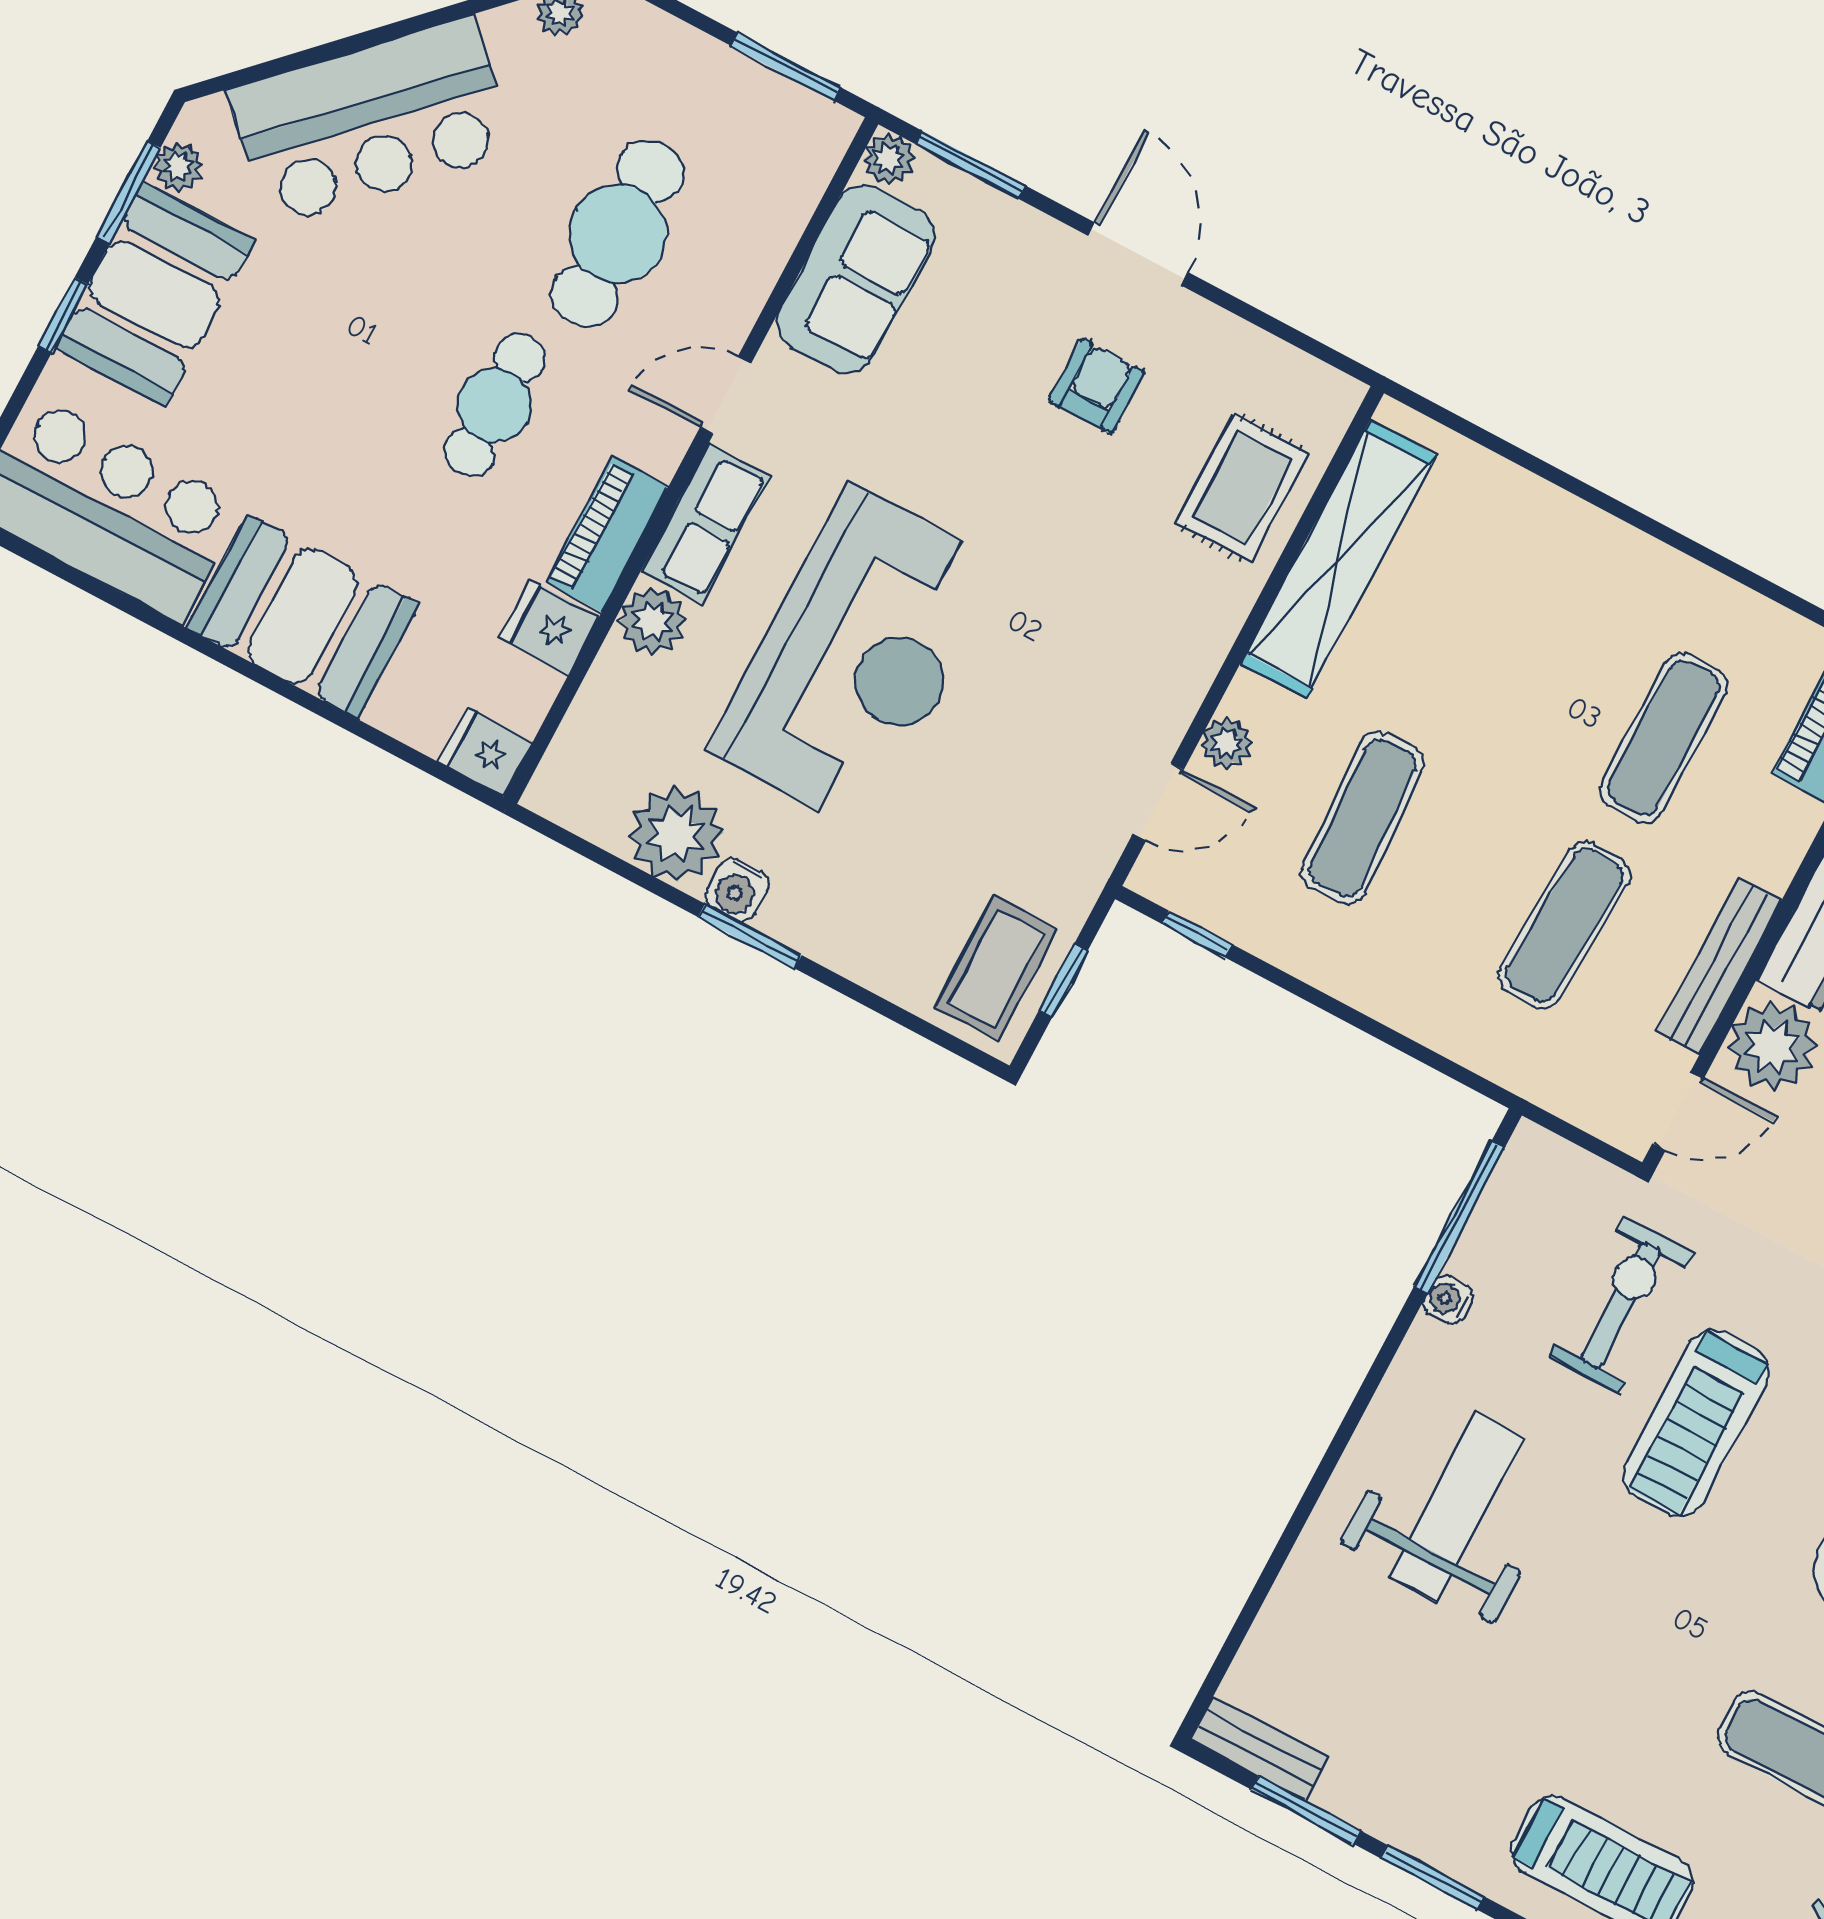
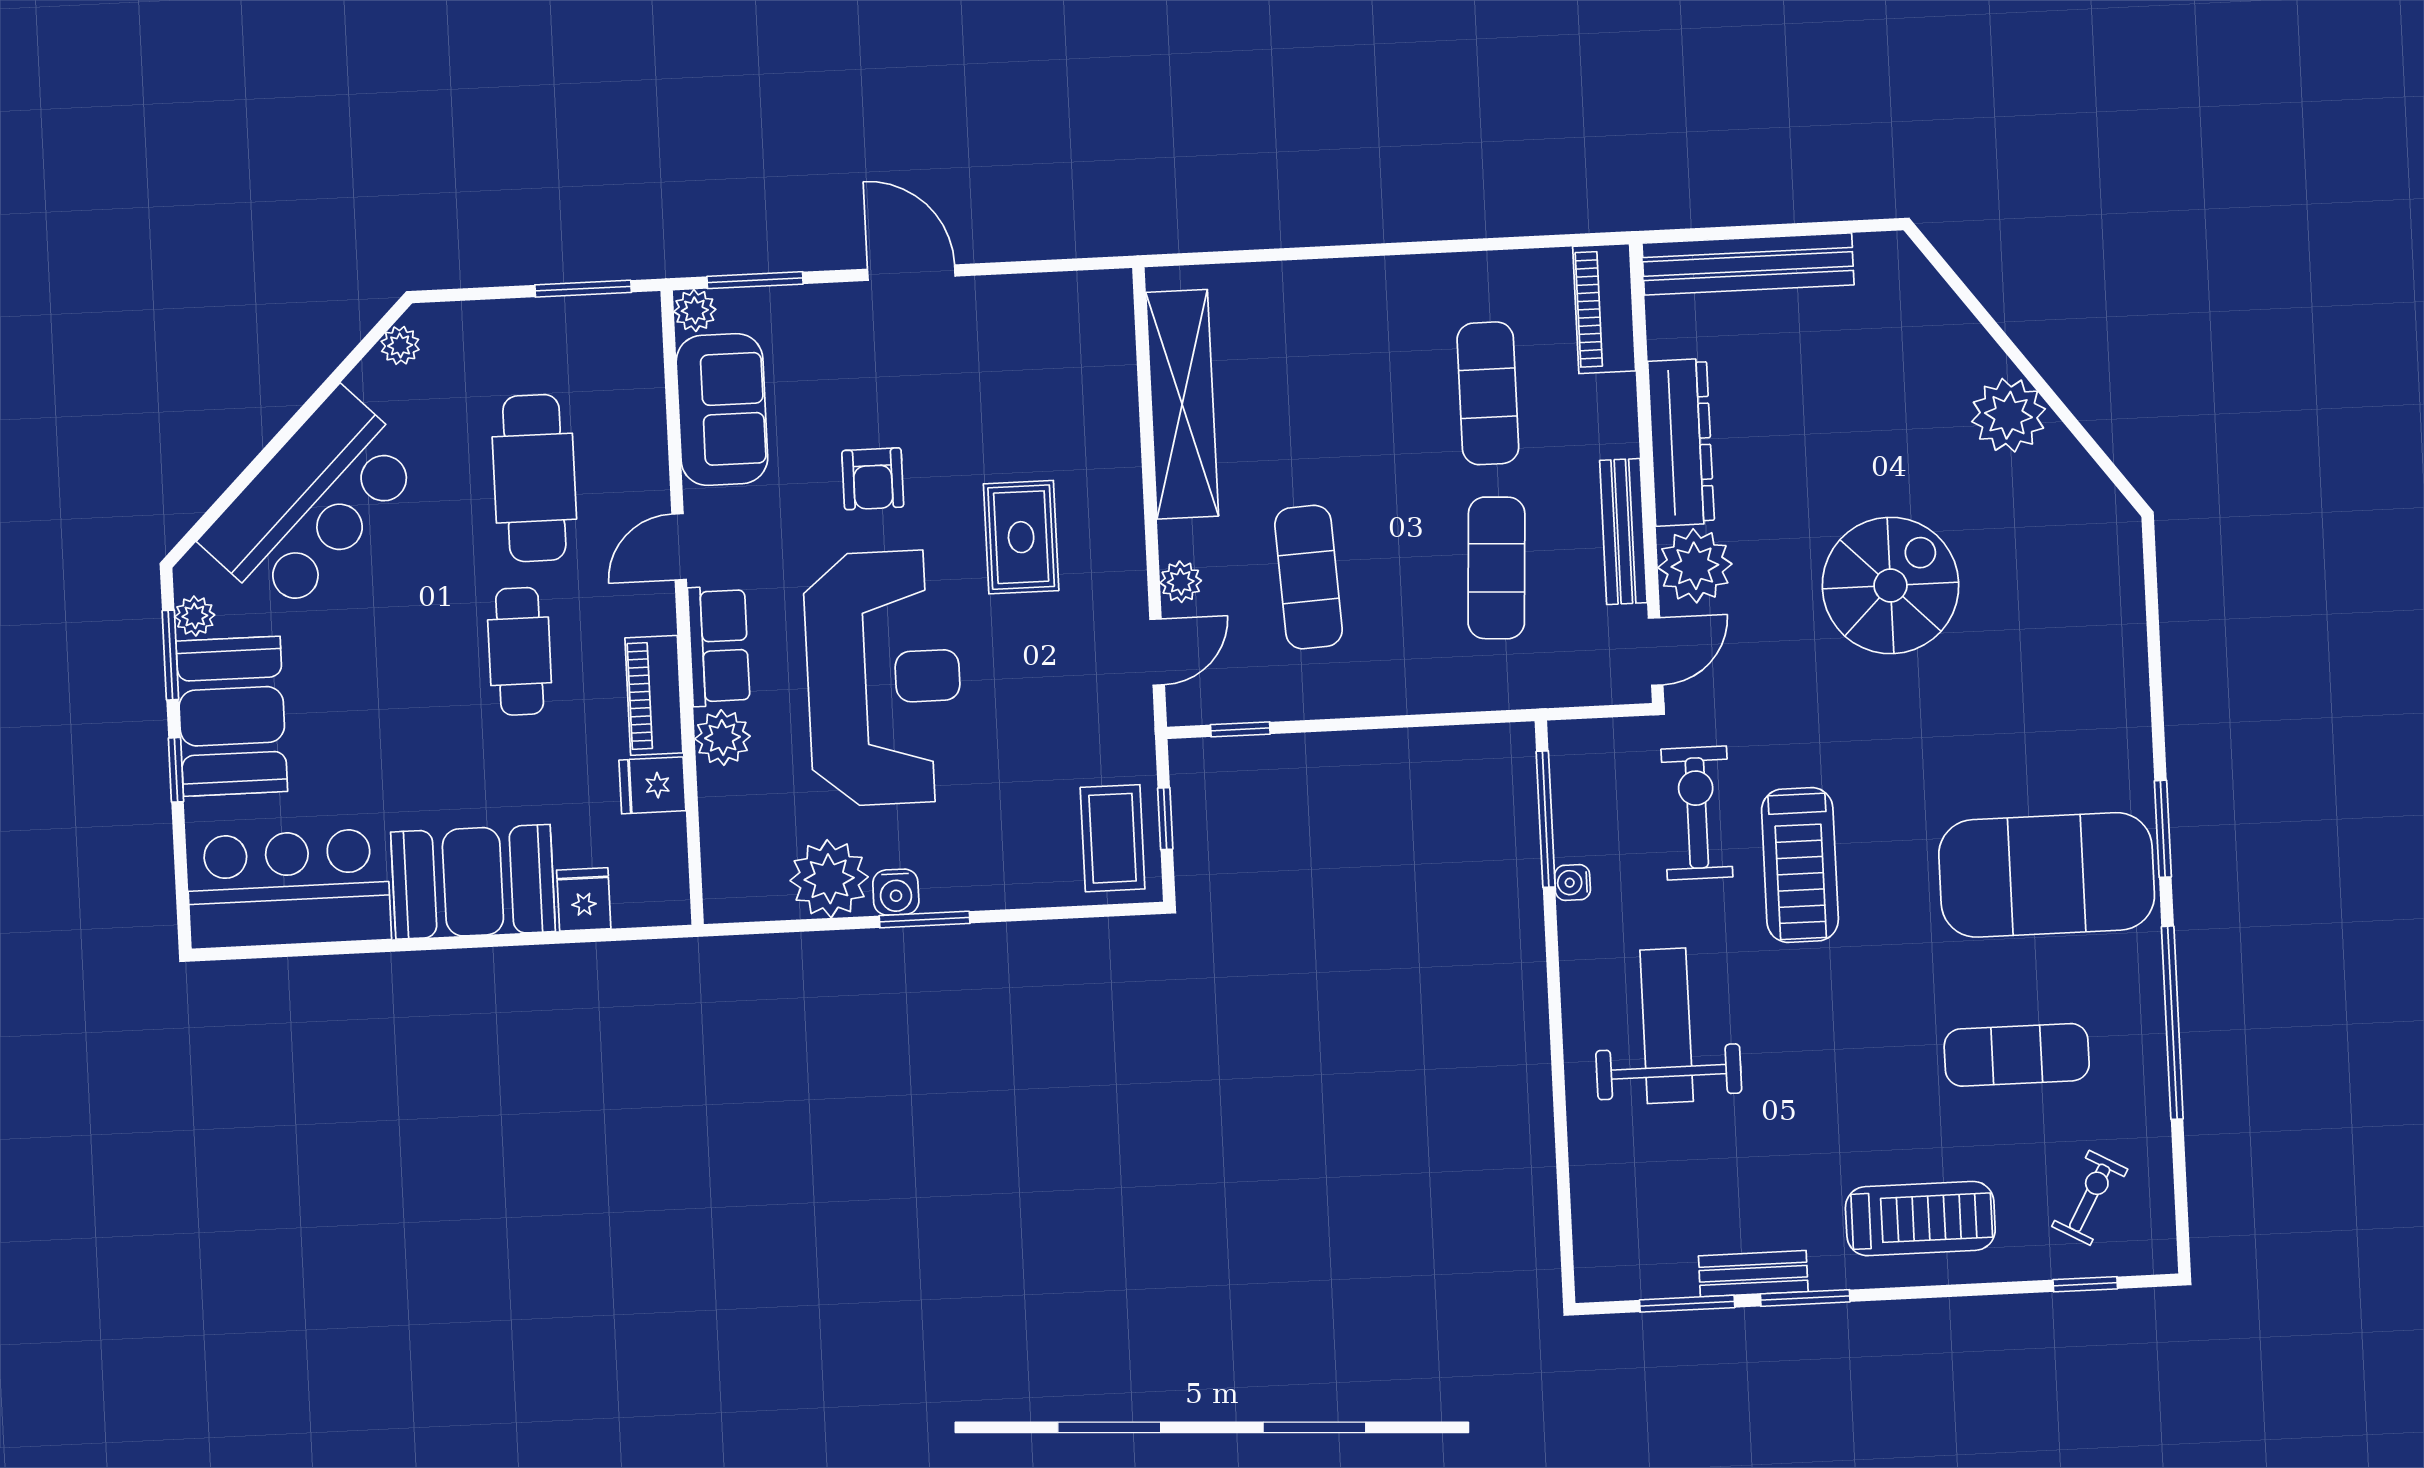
armchair: (1097, 386) -> (873, 479), moved, turned 180
rug: (1242, 488) -> (1021, 537), moved
fridge: (486, 752) -> (584, 899), moved, turned 90
bench: (1259, 1749) -> (1753, 1274), moved

